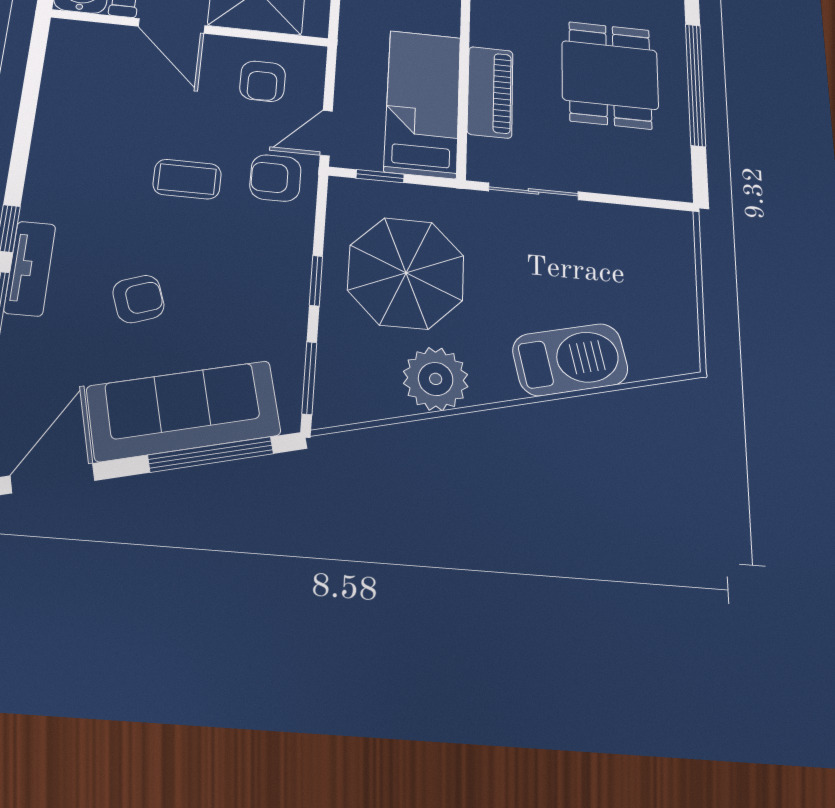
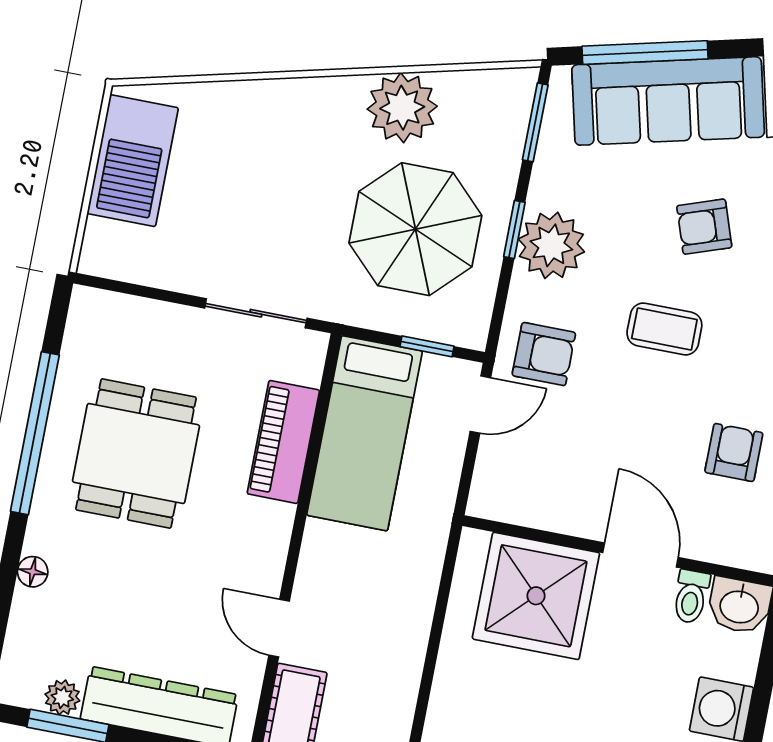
armchair: (263, 81) -> (734, 453), moved
coffee table: (187, 179) -> (664, 329), moved
plant: (280, 270) -> (551, 245), added
barbecue: (570, 360) -> (133, 161), moved, turned -76

